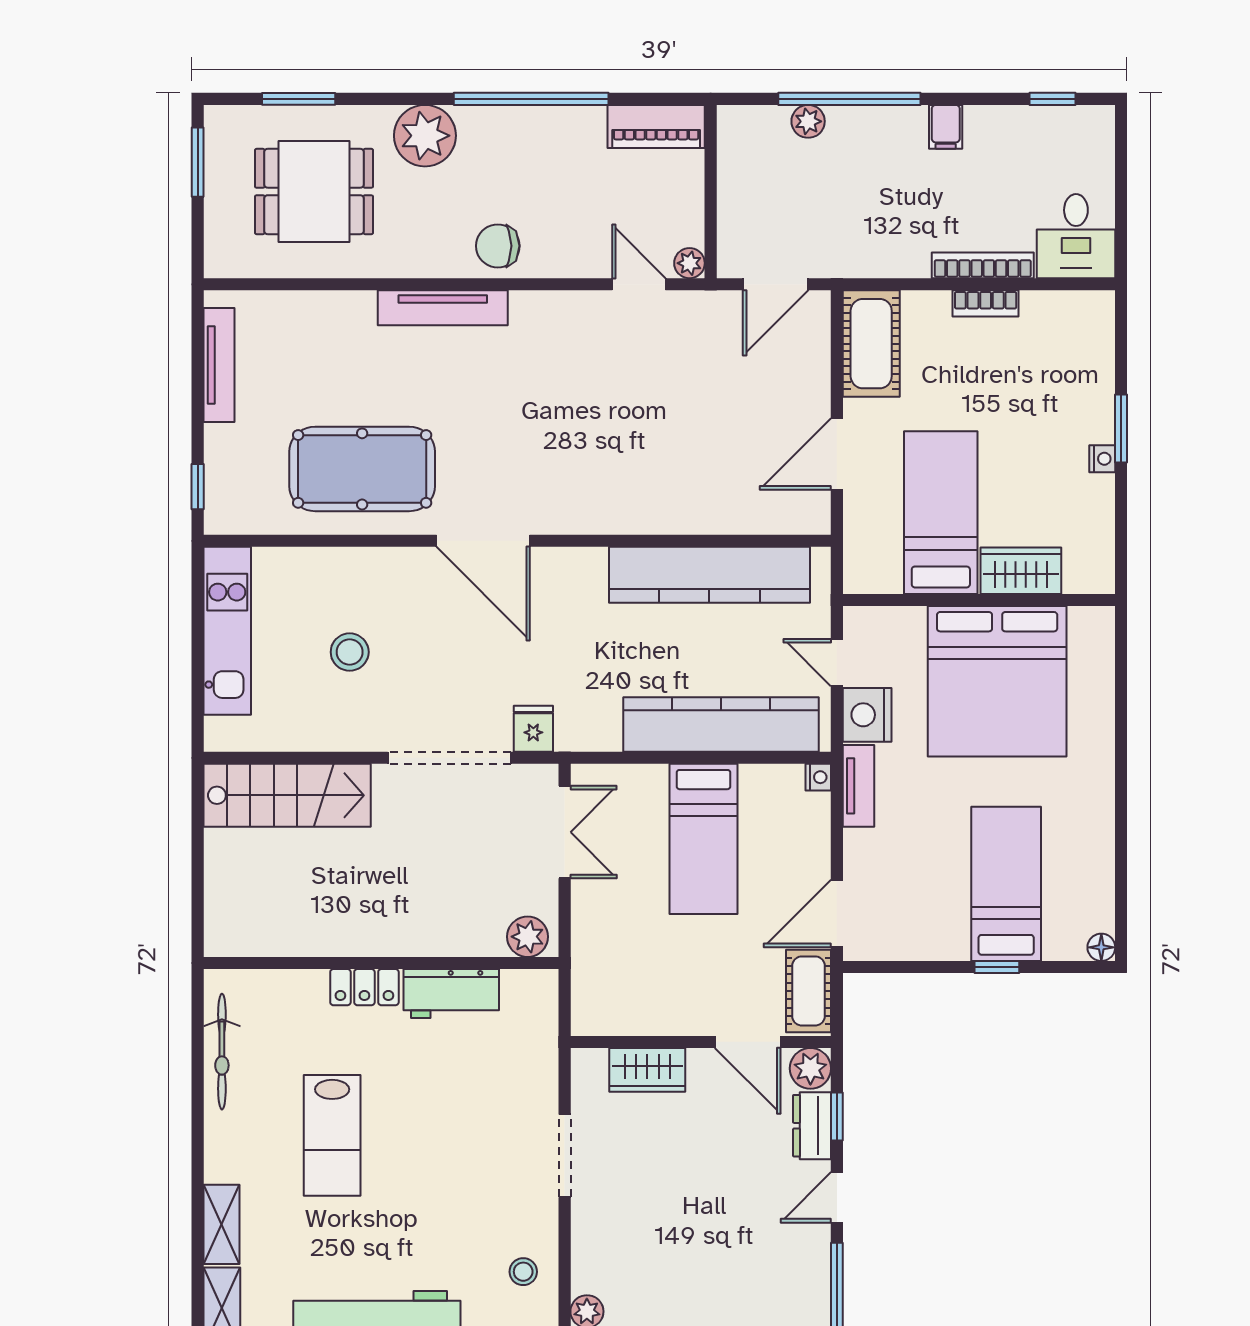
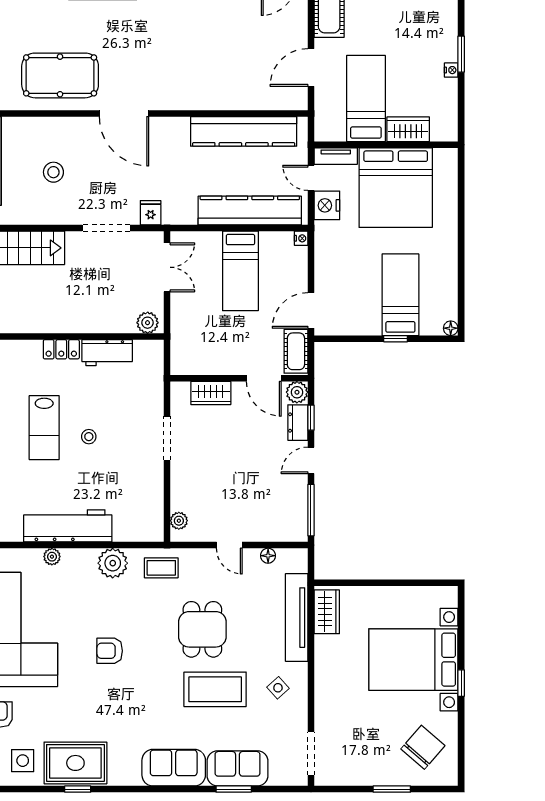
doorway: (449, 758) -> (106, 228), width x0.73
tv unit: (858, 786) -> (336, 156), moved, turned 90
stool: (523, 1272) -> (89, 437), moved

